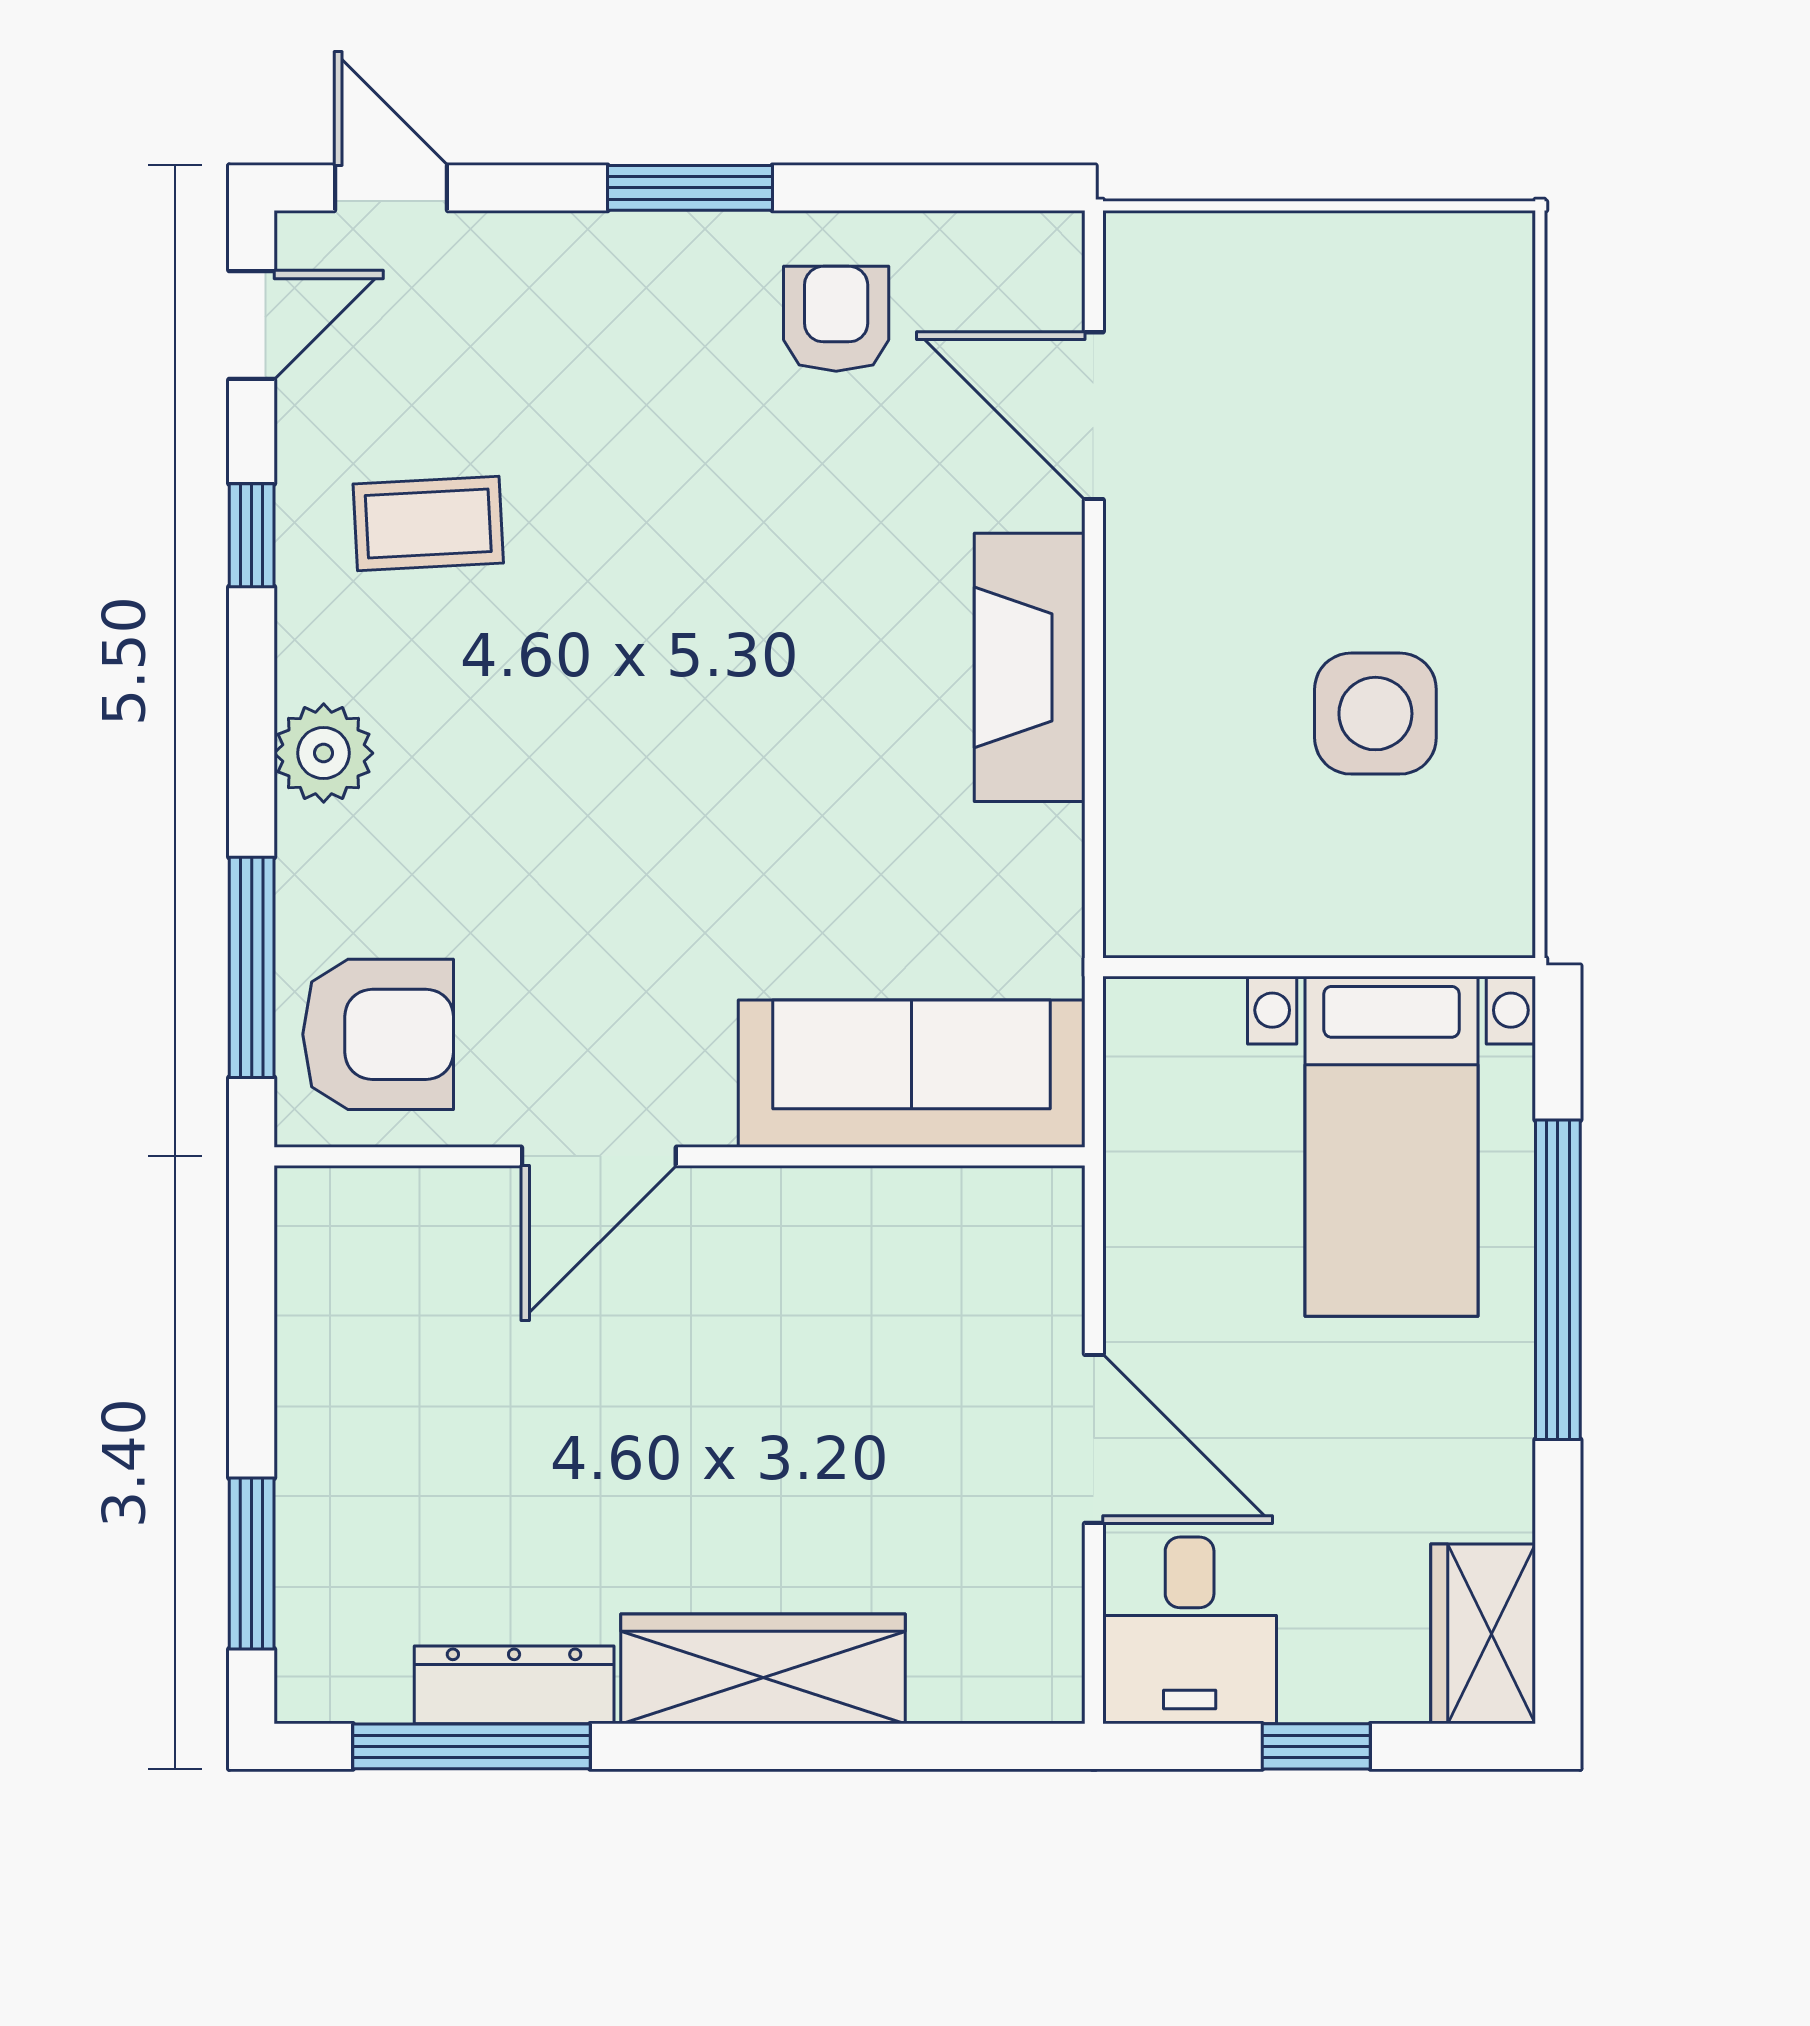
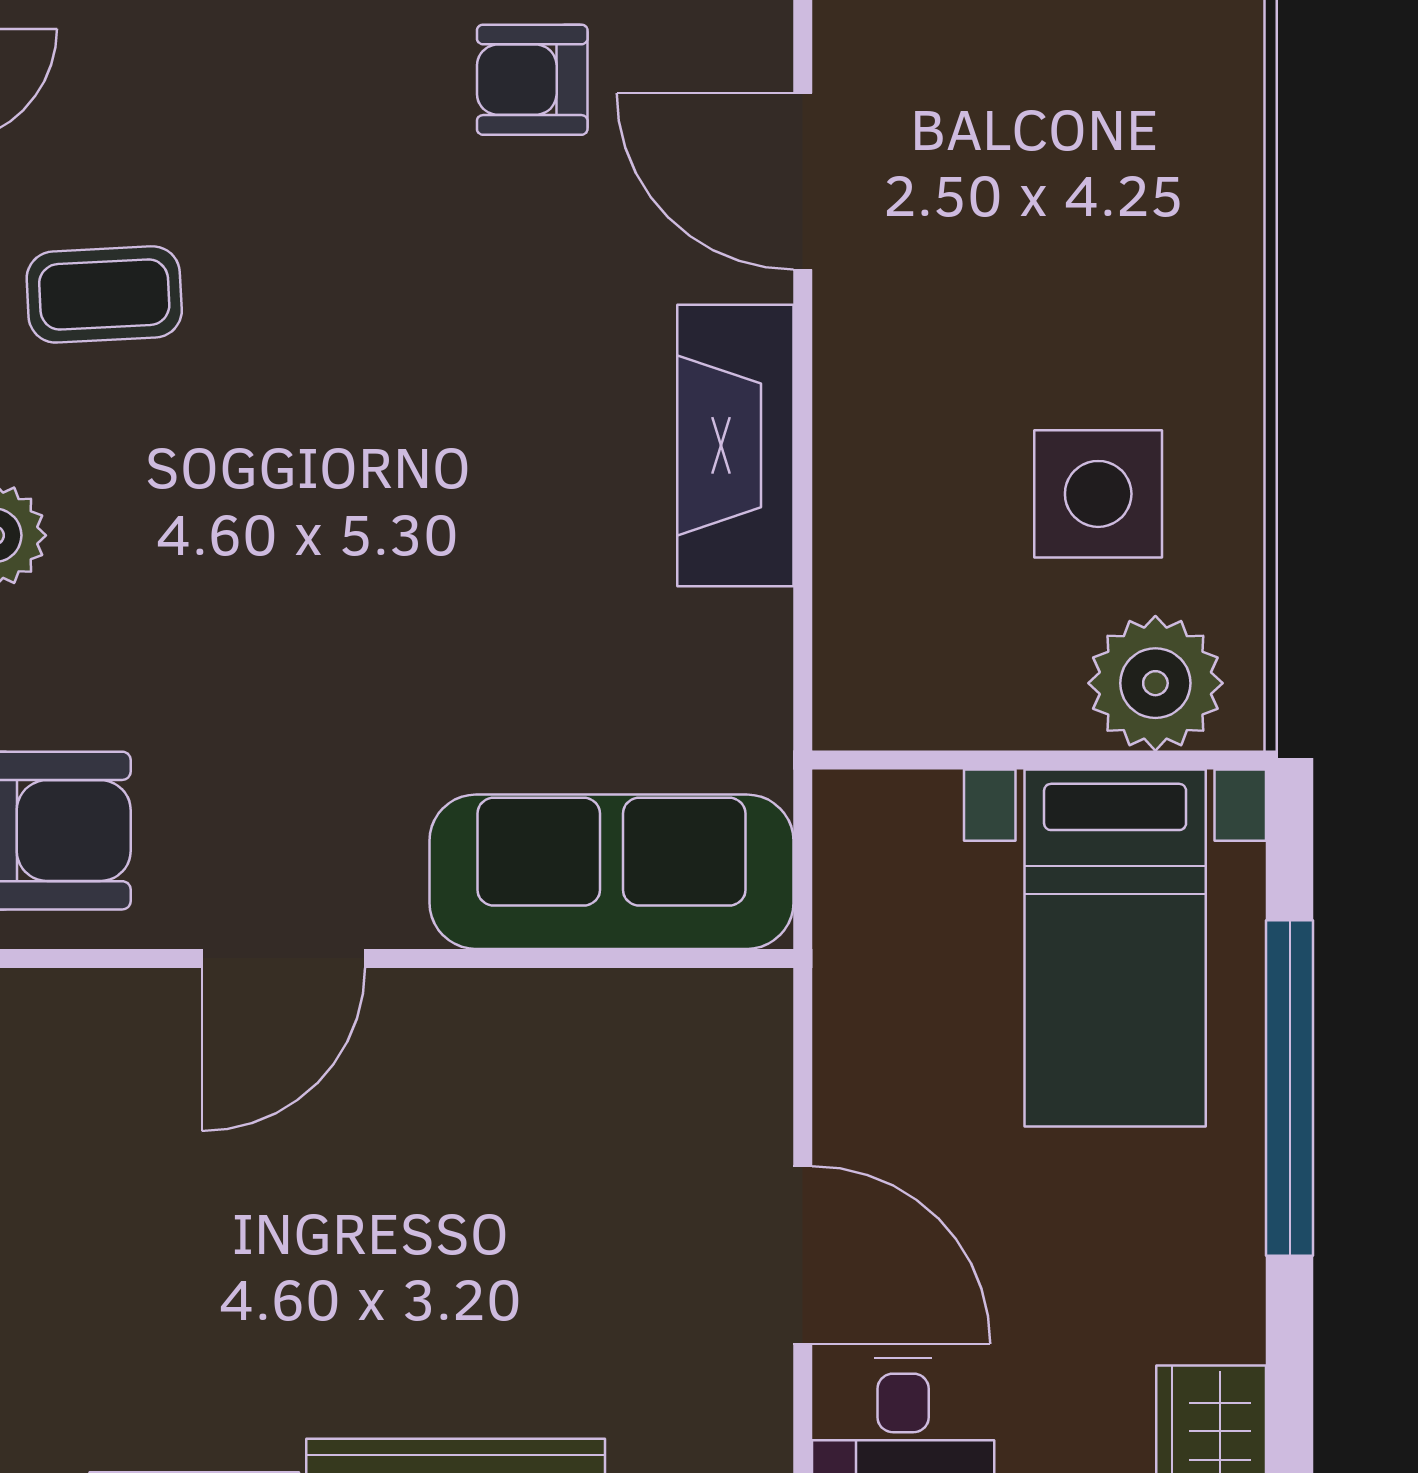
armchair: (836, 319) -> (532, 80), turned -90
plant: (1430, 894) -> (1155, 683), added

